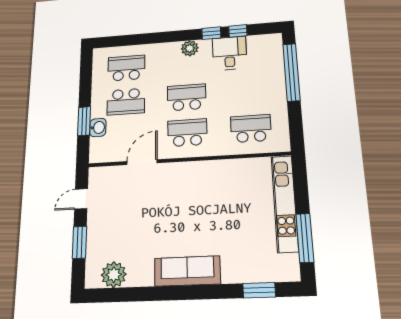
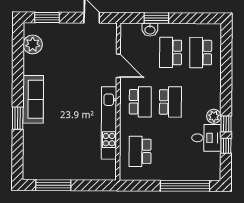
plant: (190, 48) -> (214, 116), moved
school desk: (126, 68) -> (201, 53), turned 180
school desk: (251, 128) -> (140, 151), turned 180
kitchen unit: (285, 203) -> (109, 123), moved, turned -90
window: (79, 242) -> (47, 18), moved
window: (259, 290) -> (18, 118), moved

